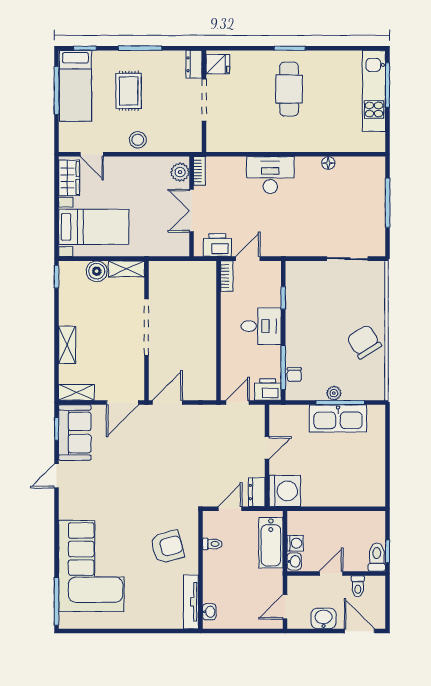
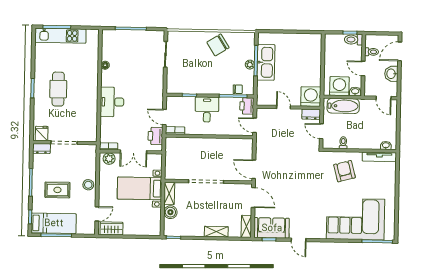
cafe table: (289, 89) -> (58, 89), turned 90
bed with nightstands: (94, 227) -> (140, 188), moved, turned -90
washing machine: (295, 543) -> (339, 86), width x1.89, depth x1.89

